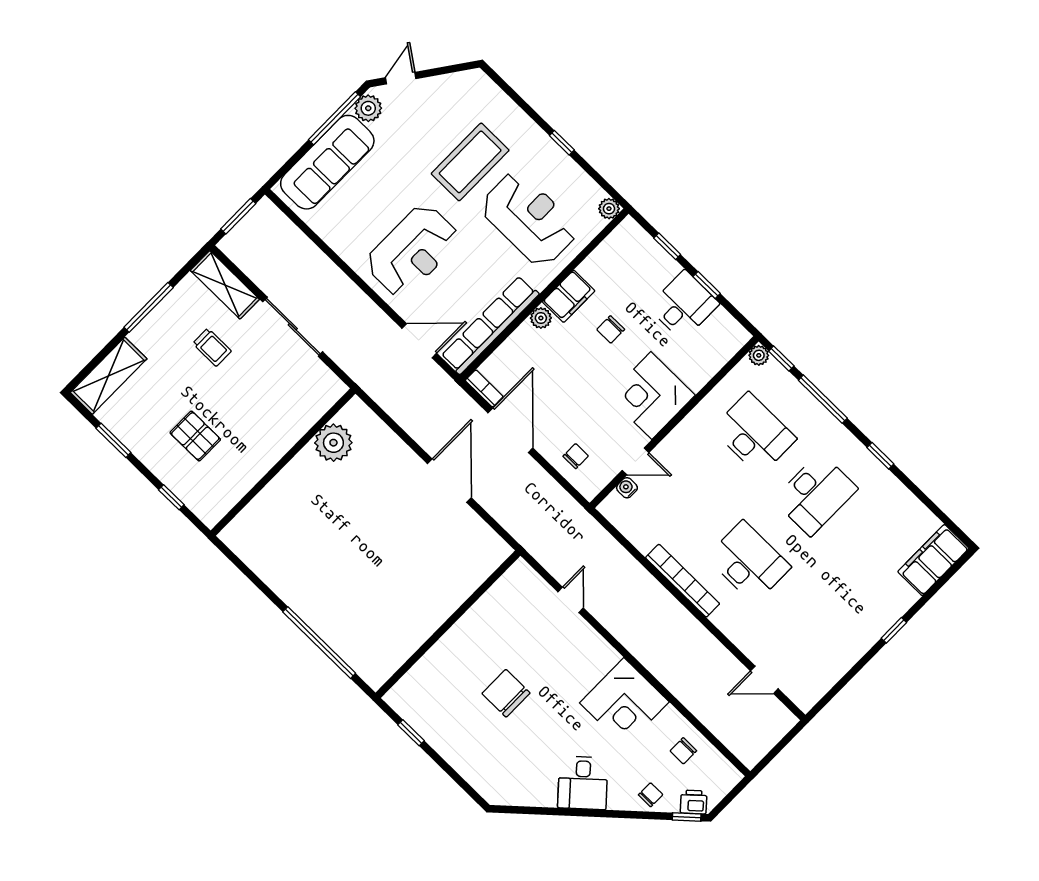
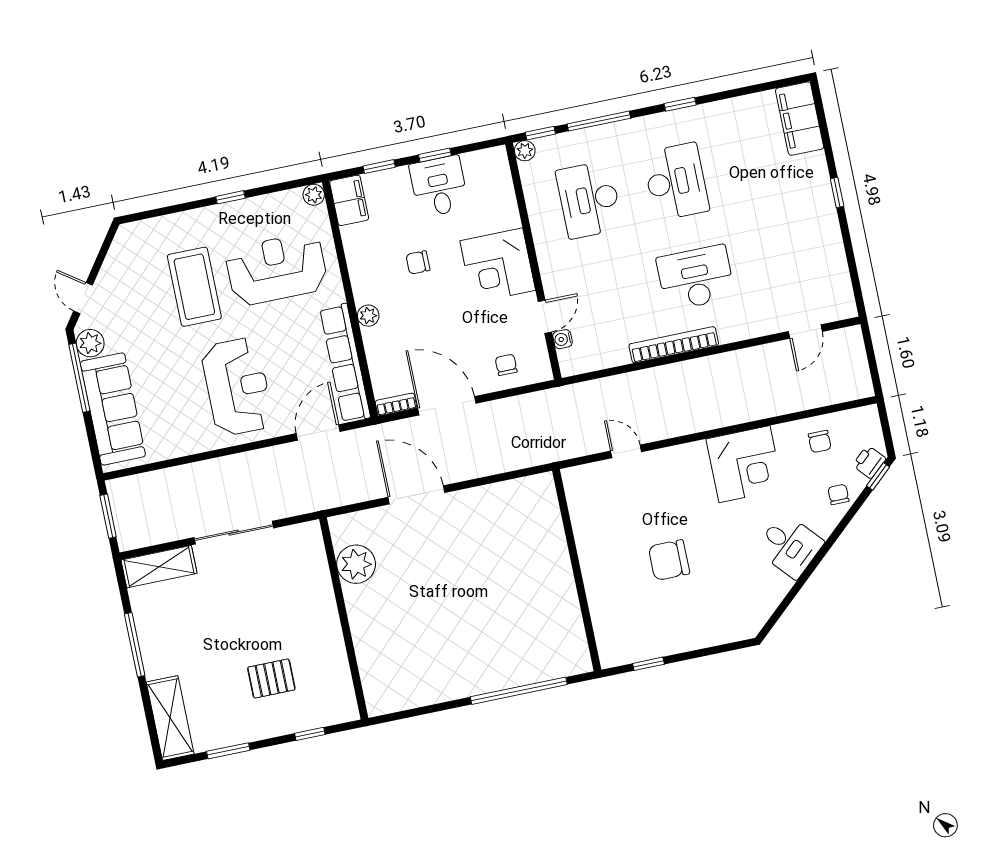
filing cabinet: (569, 296) -> (349, 200), moved
chair: (611, 329) -> (418, 262), turned 90
trolley: (212, 347) -> (205, 613), removed
desk: (754, 434) -> (589, 200), turned -90
door: (449, 481) -> (416, 495), moved

